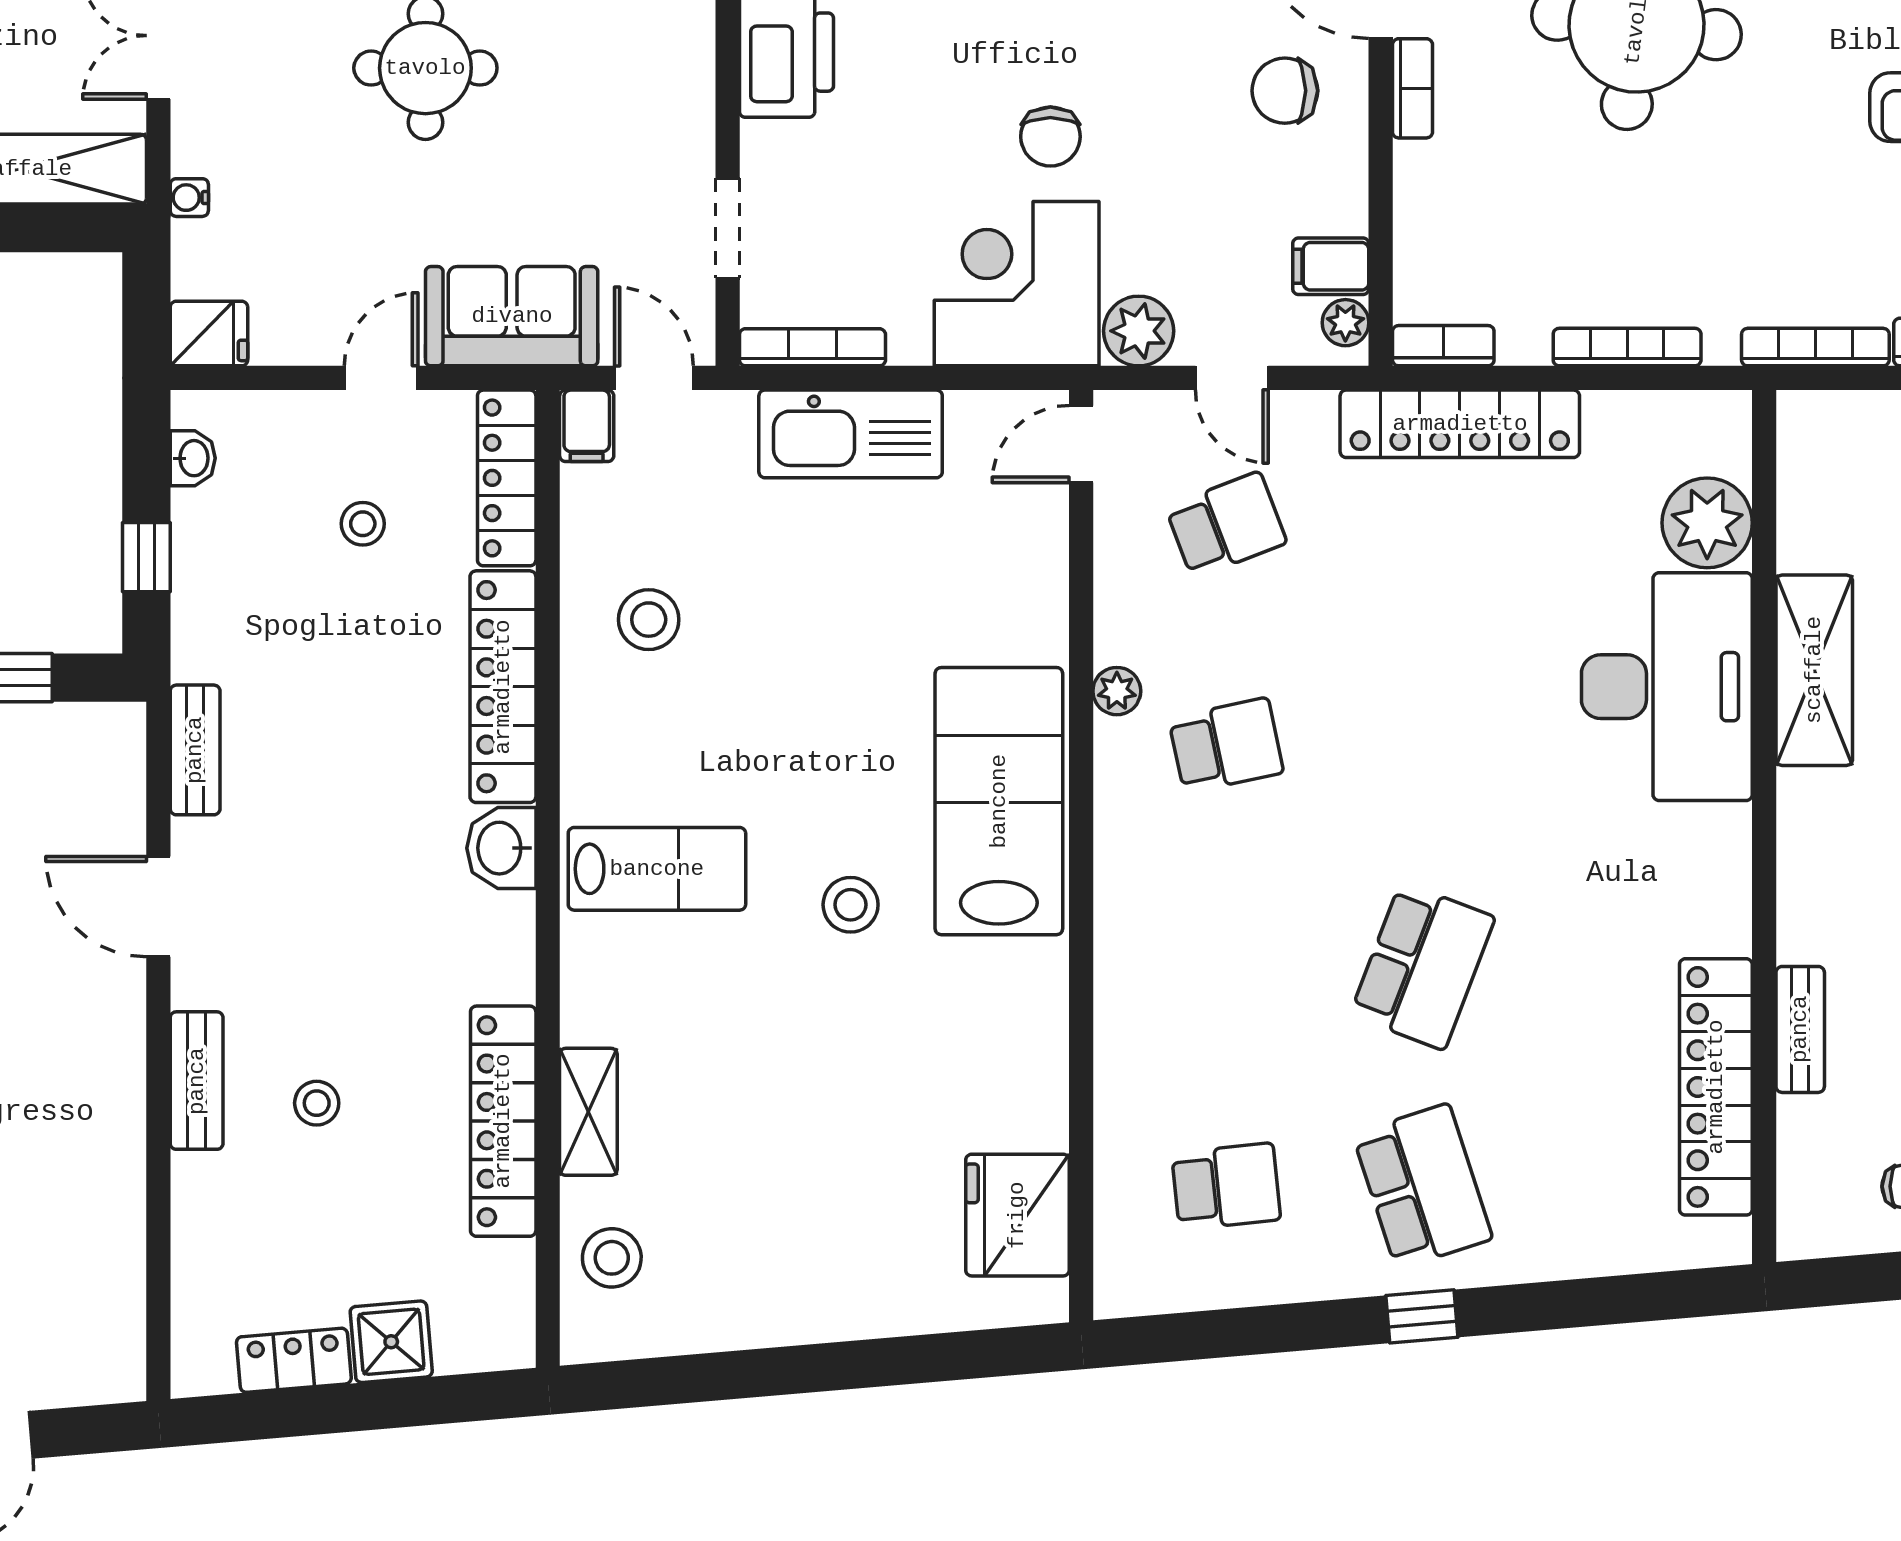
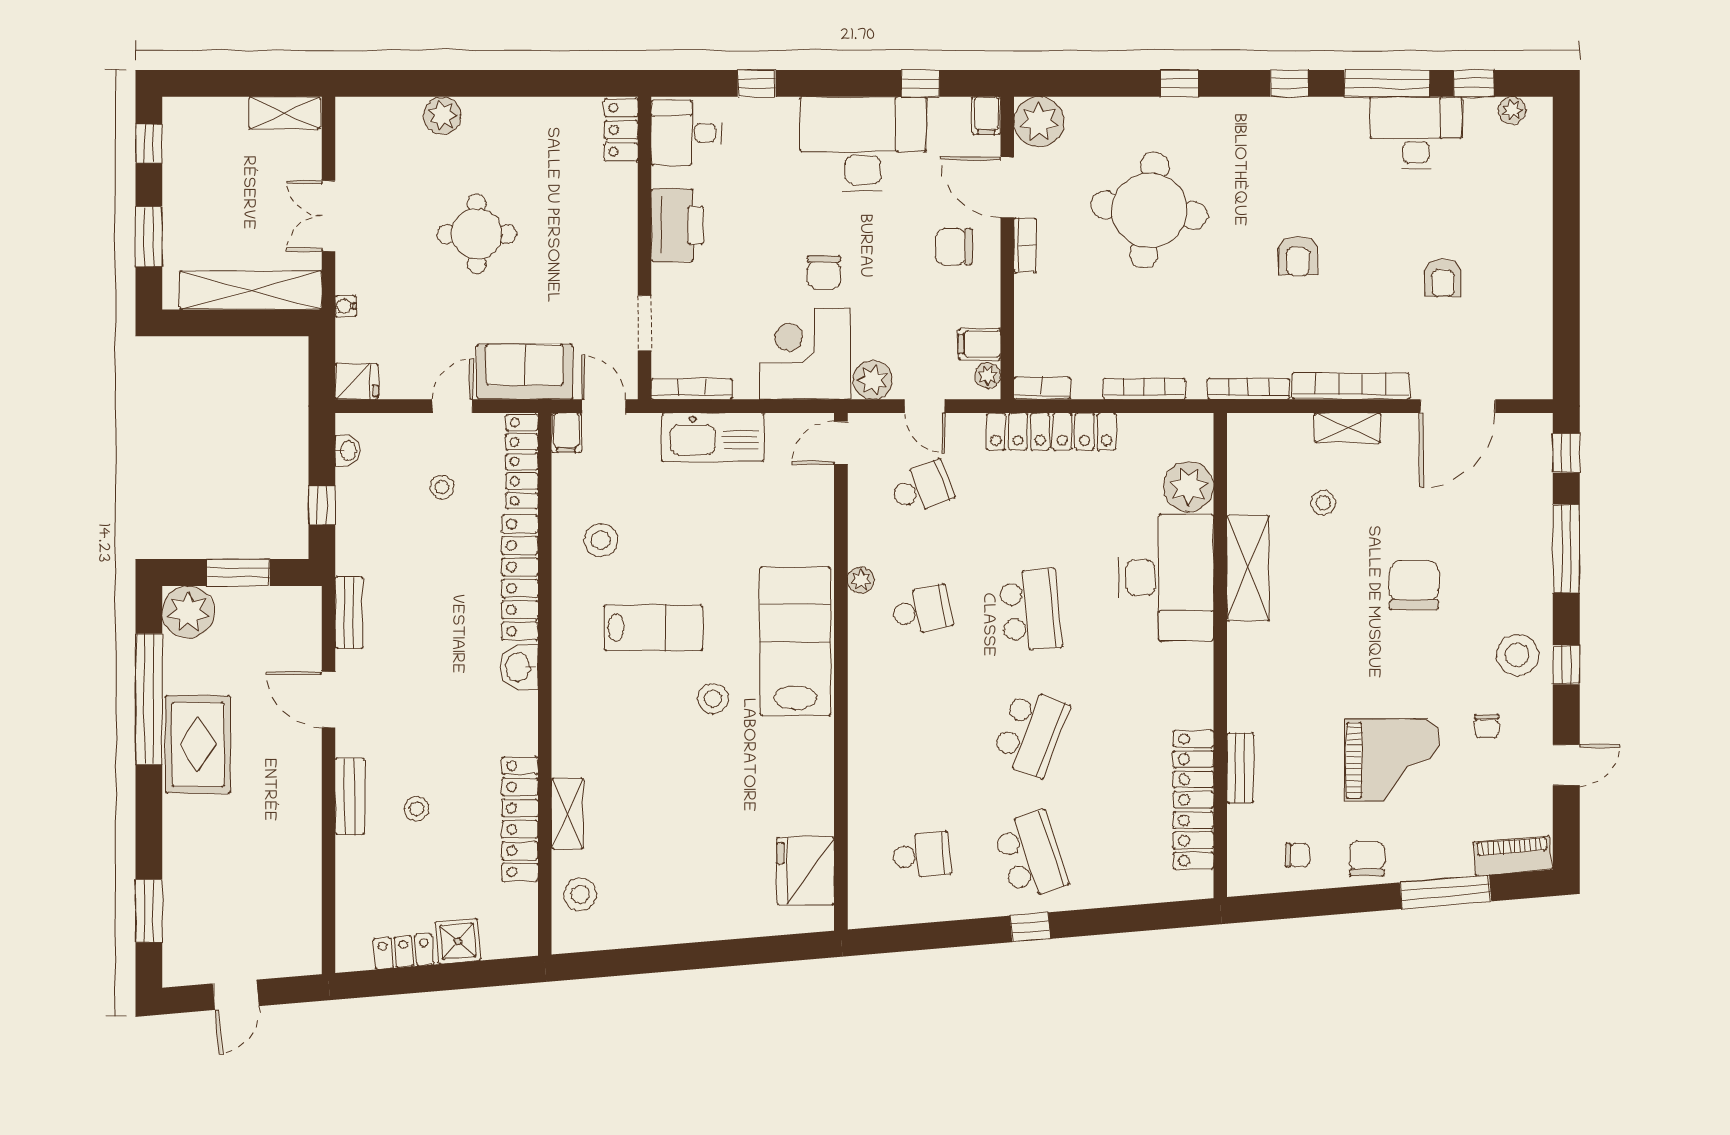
school desk: (1423, 745) -> (1031, 610), added
lab bench: (657, 869) -> (653, 628), moved

